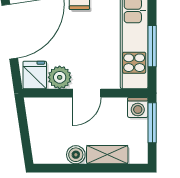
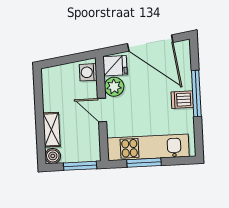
washing machine: (138, 108) -> (88, 72), moved
boiler: (76, 155) -> (53, 156), moved

